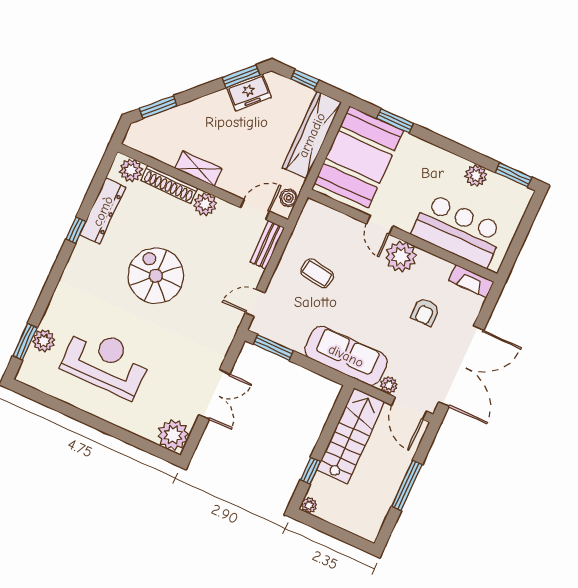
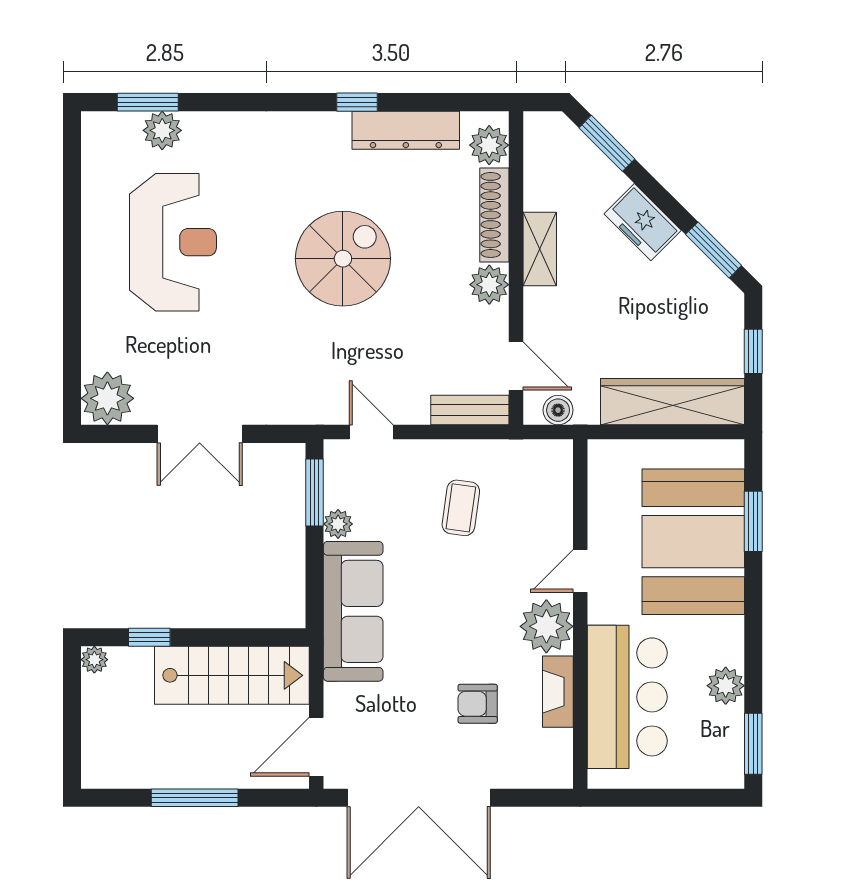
freezer: (249, 92) -> (643, 222), moved
booth: (359, 157) -> (693, 542), moved, turned 90
fireplace: (471, 281) -> (558, 692), moved
plant: (389, 385) -> (338, 524), moved

